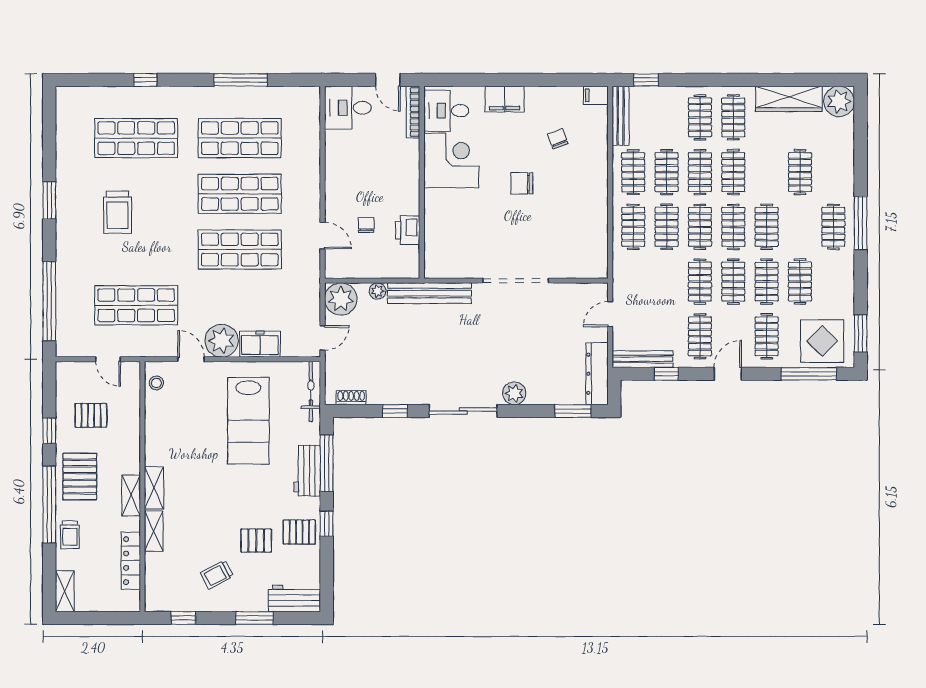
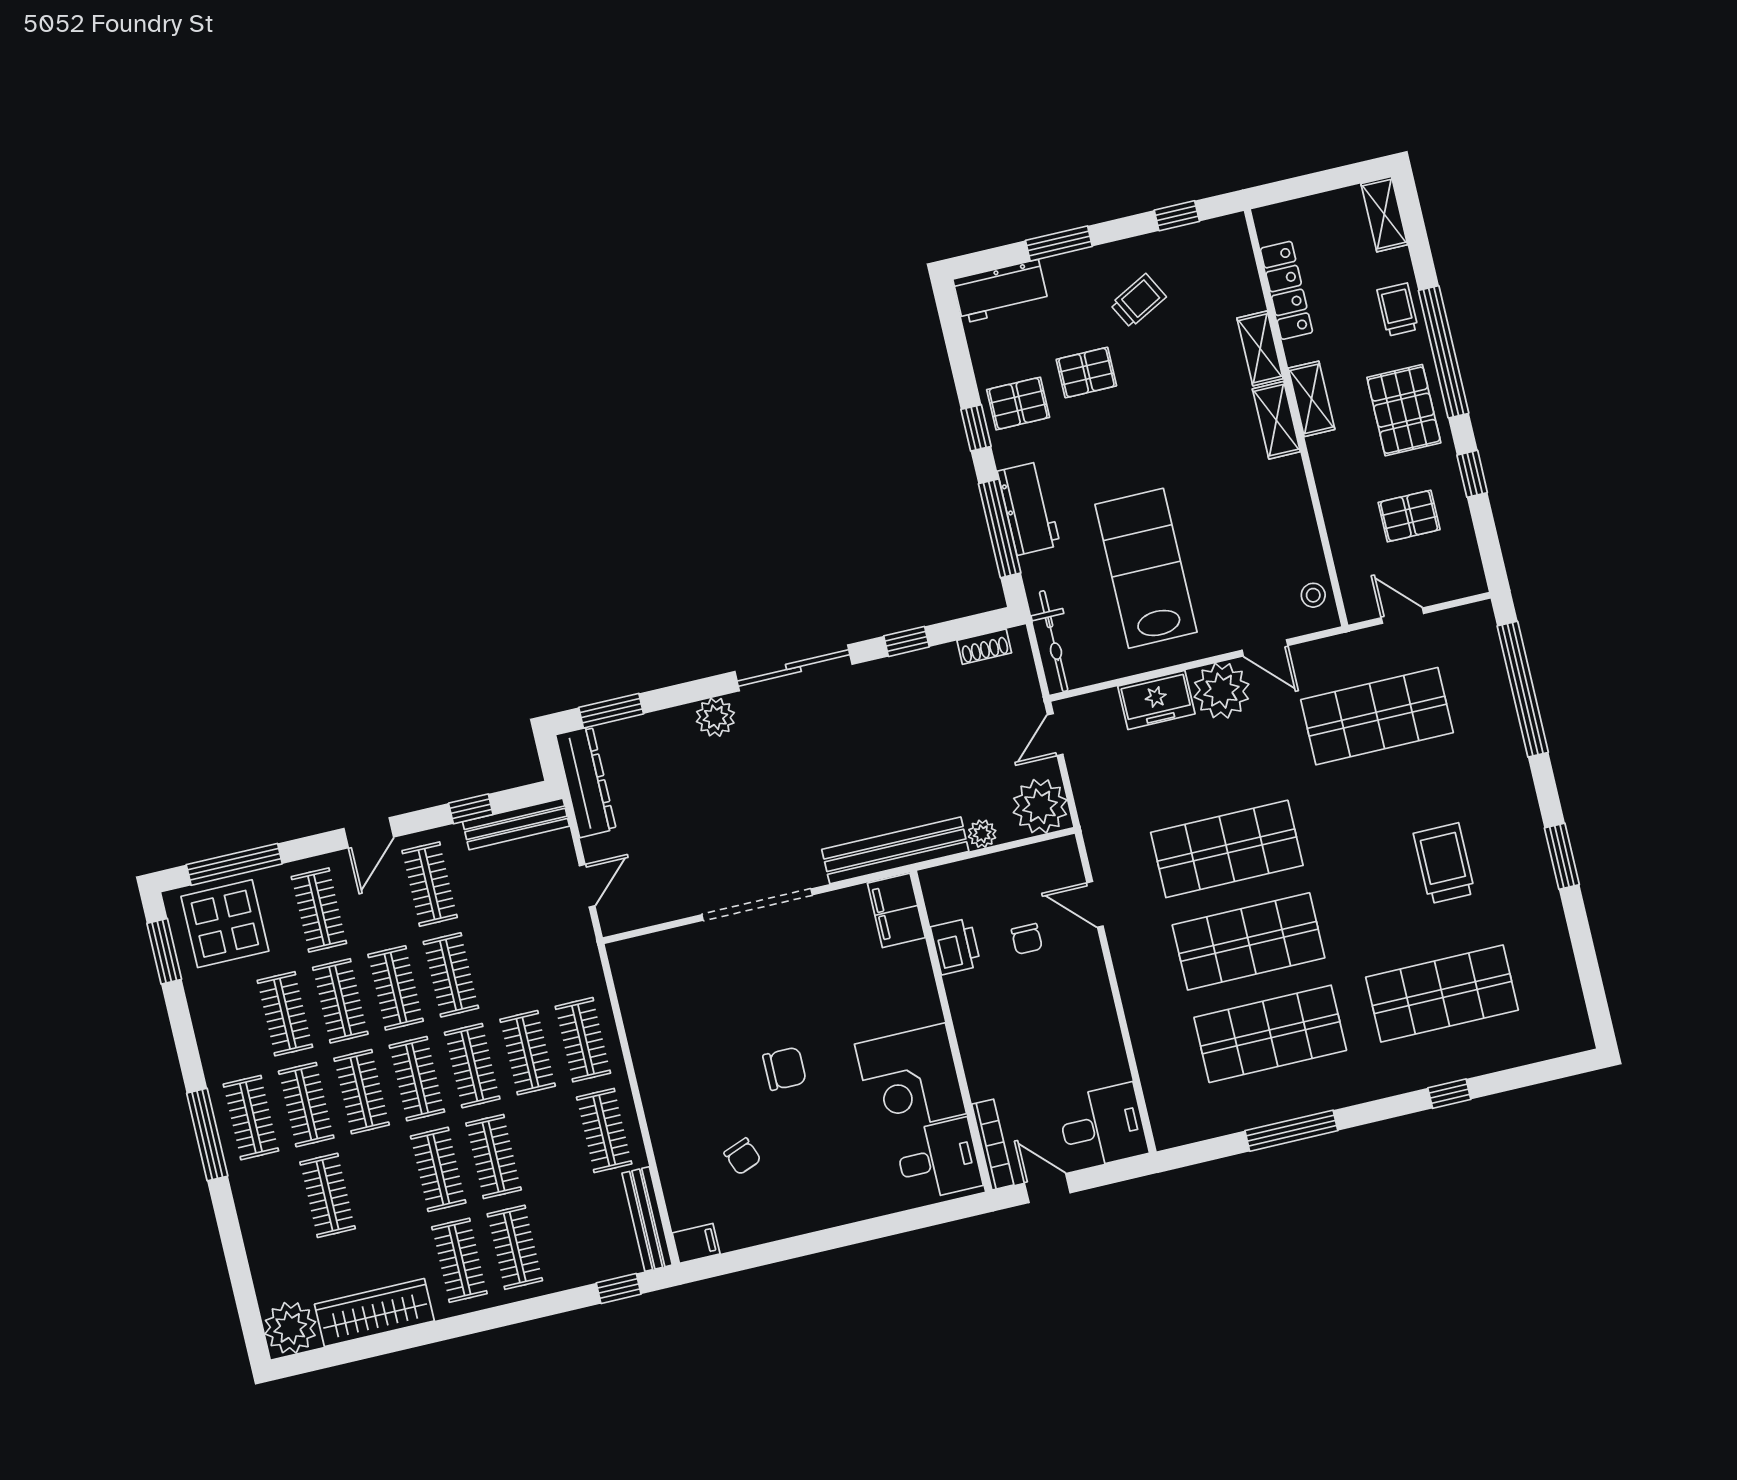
filing cabinet: (505, 99) -> (896, 910), moved, turned -90
clothes rail: (667, 172) -> (306, 1105), moved

